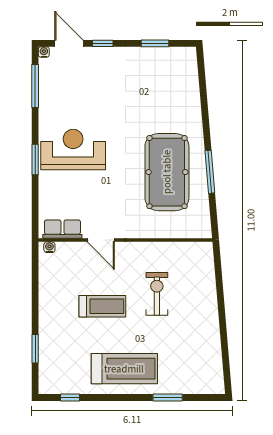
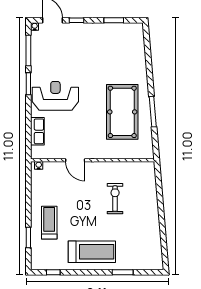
window: (35, 159) -> (28, 84), moved
row of seats: (62, 229) -> (37, 131), moved, turned 90
treadmill: (102, 306) -> (49, 223), moved, turned -90

